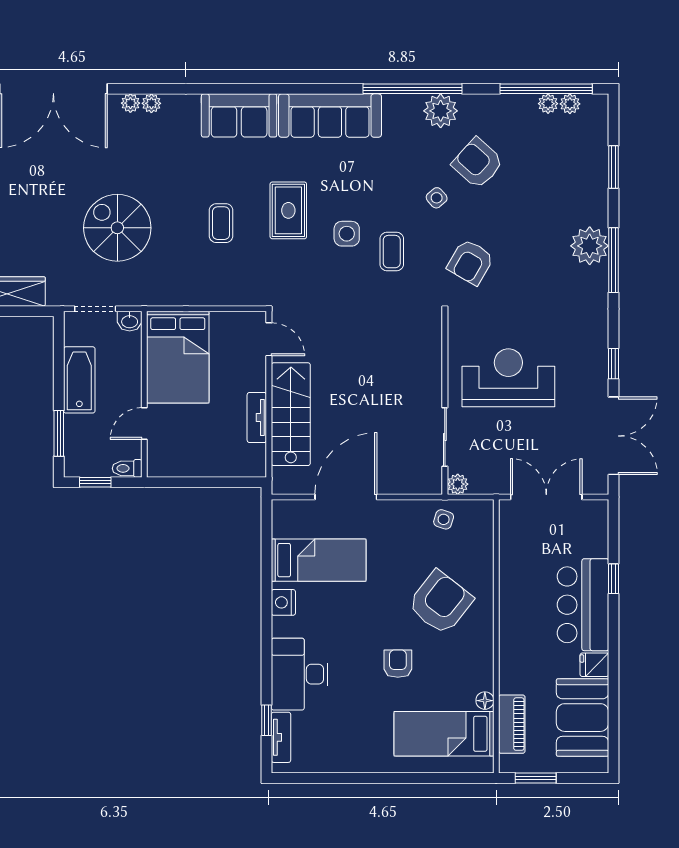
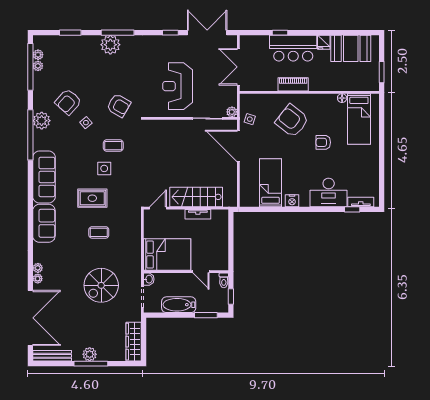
door: (346, 497) -> (238, 146), moved
piano: (512, 724) -> (293, 84), moved

